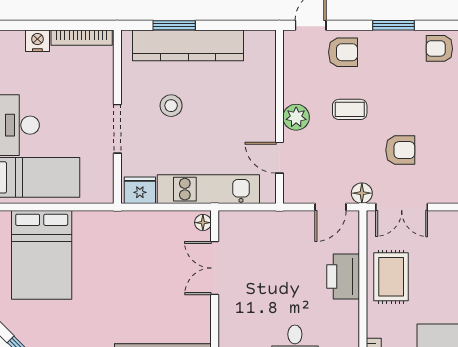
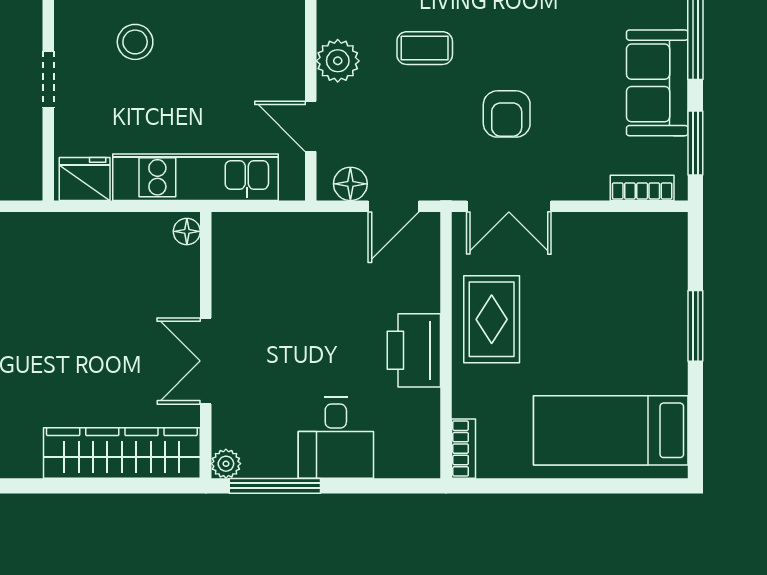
doorway: (117, 129) -> (48, 80), width x0.73
armchair: (400, 150) -> (507, 114), turned 90
floor lamp: (362, 193) -> (350, 184), moved
double door: (215, 268) -> (206, 361), moved
printer: (343, 276) -> (414, 350), moved

